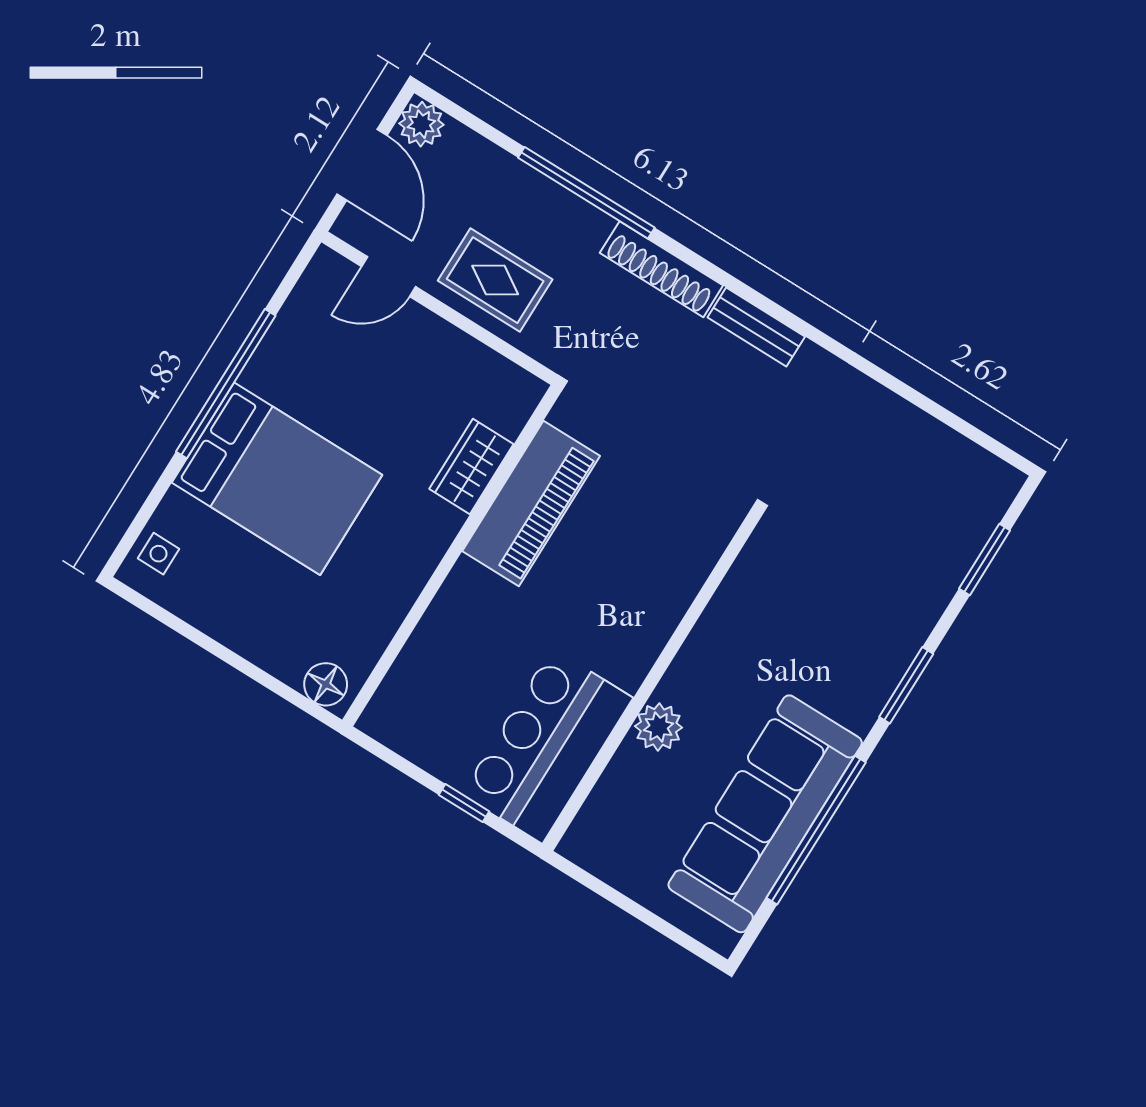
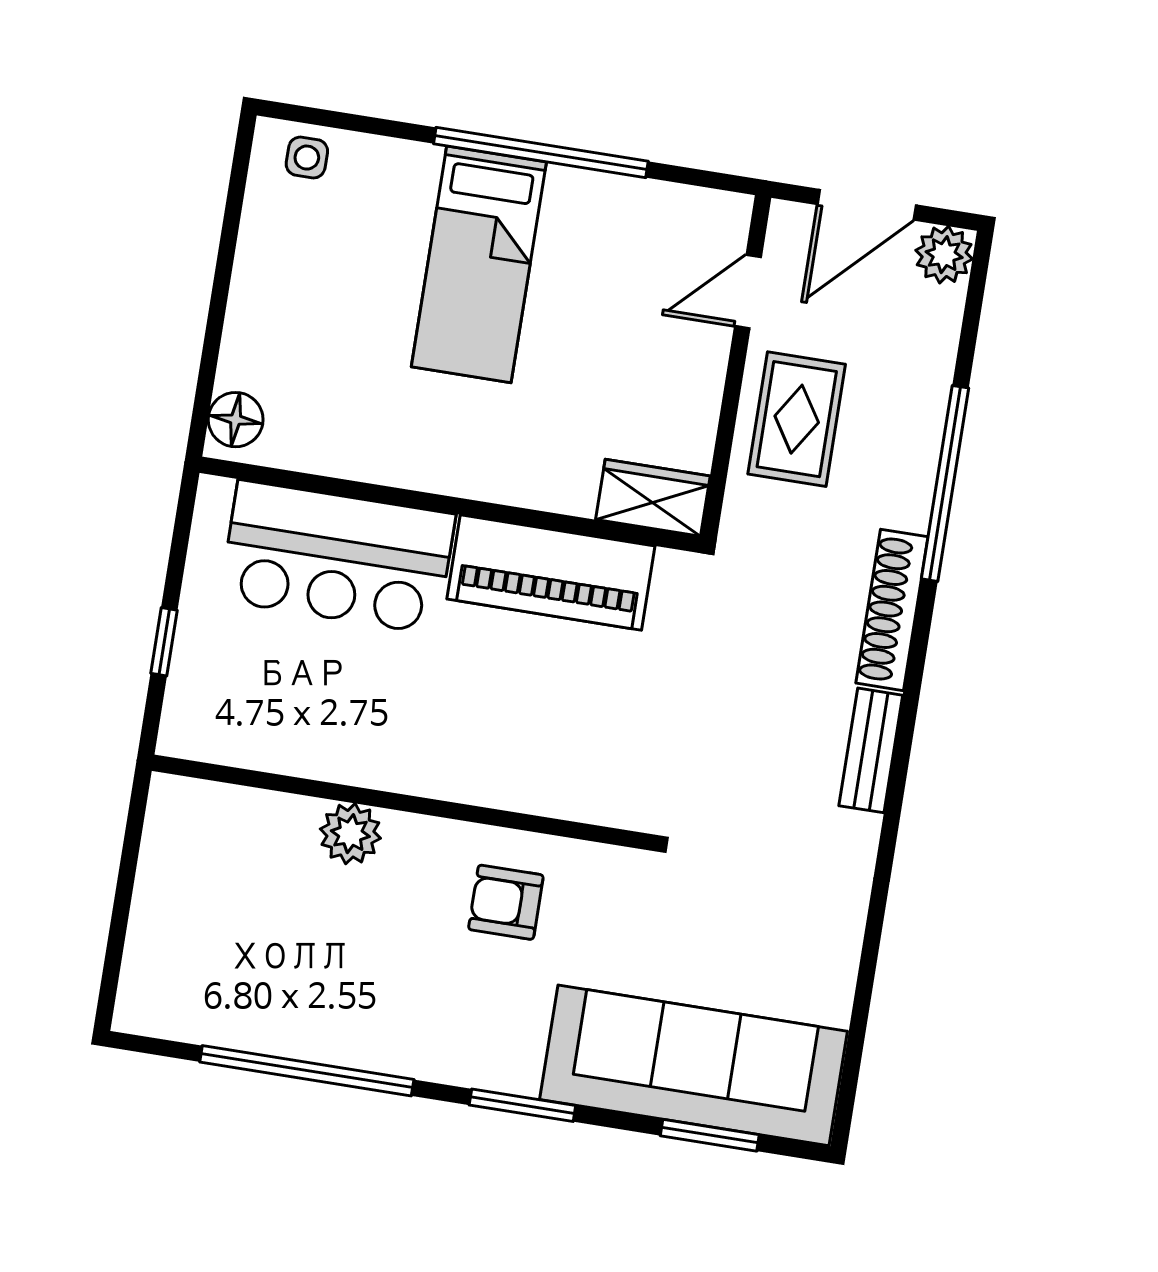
door: (389, 277) -> (748, 292), hinge flipped
wardrobe: (471, 467) -> (653, 498), moved
bed: (277, 479) -> (479, 264), width x0.67
armchair: (755, 636) -> (506, 902), added
bar counter: (547, 746) -> (337, 557), moved, turned 180
sofa: (765, 814) -> (693, 1065), moved

